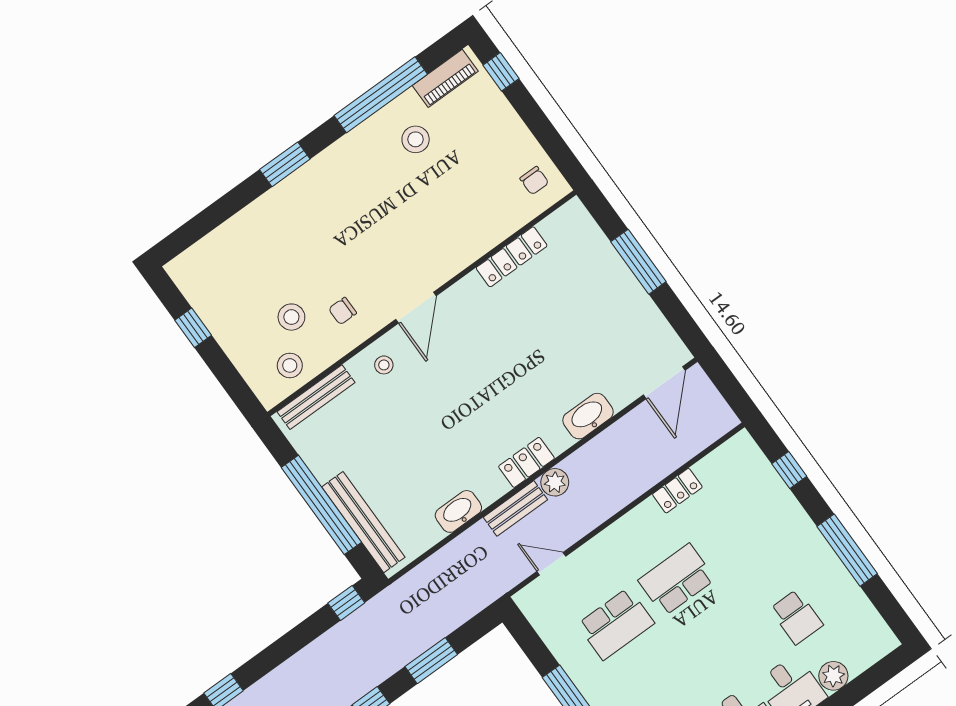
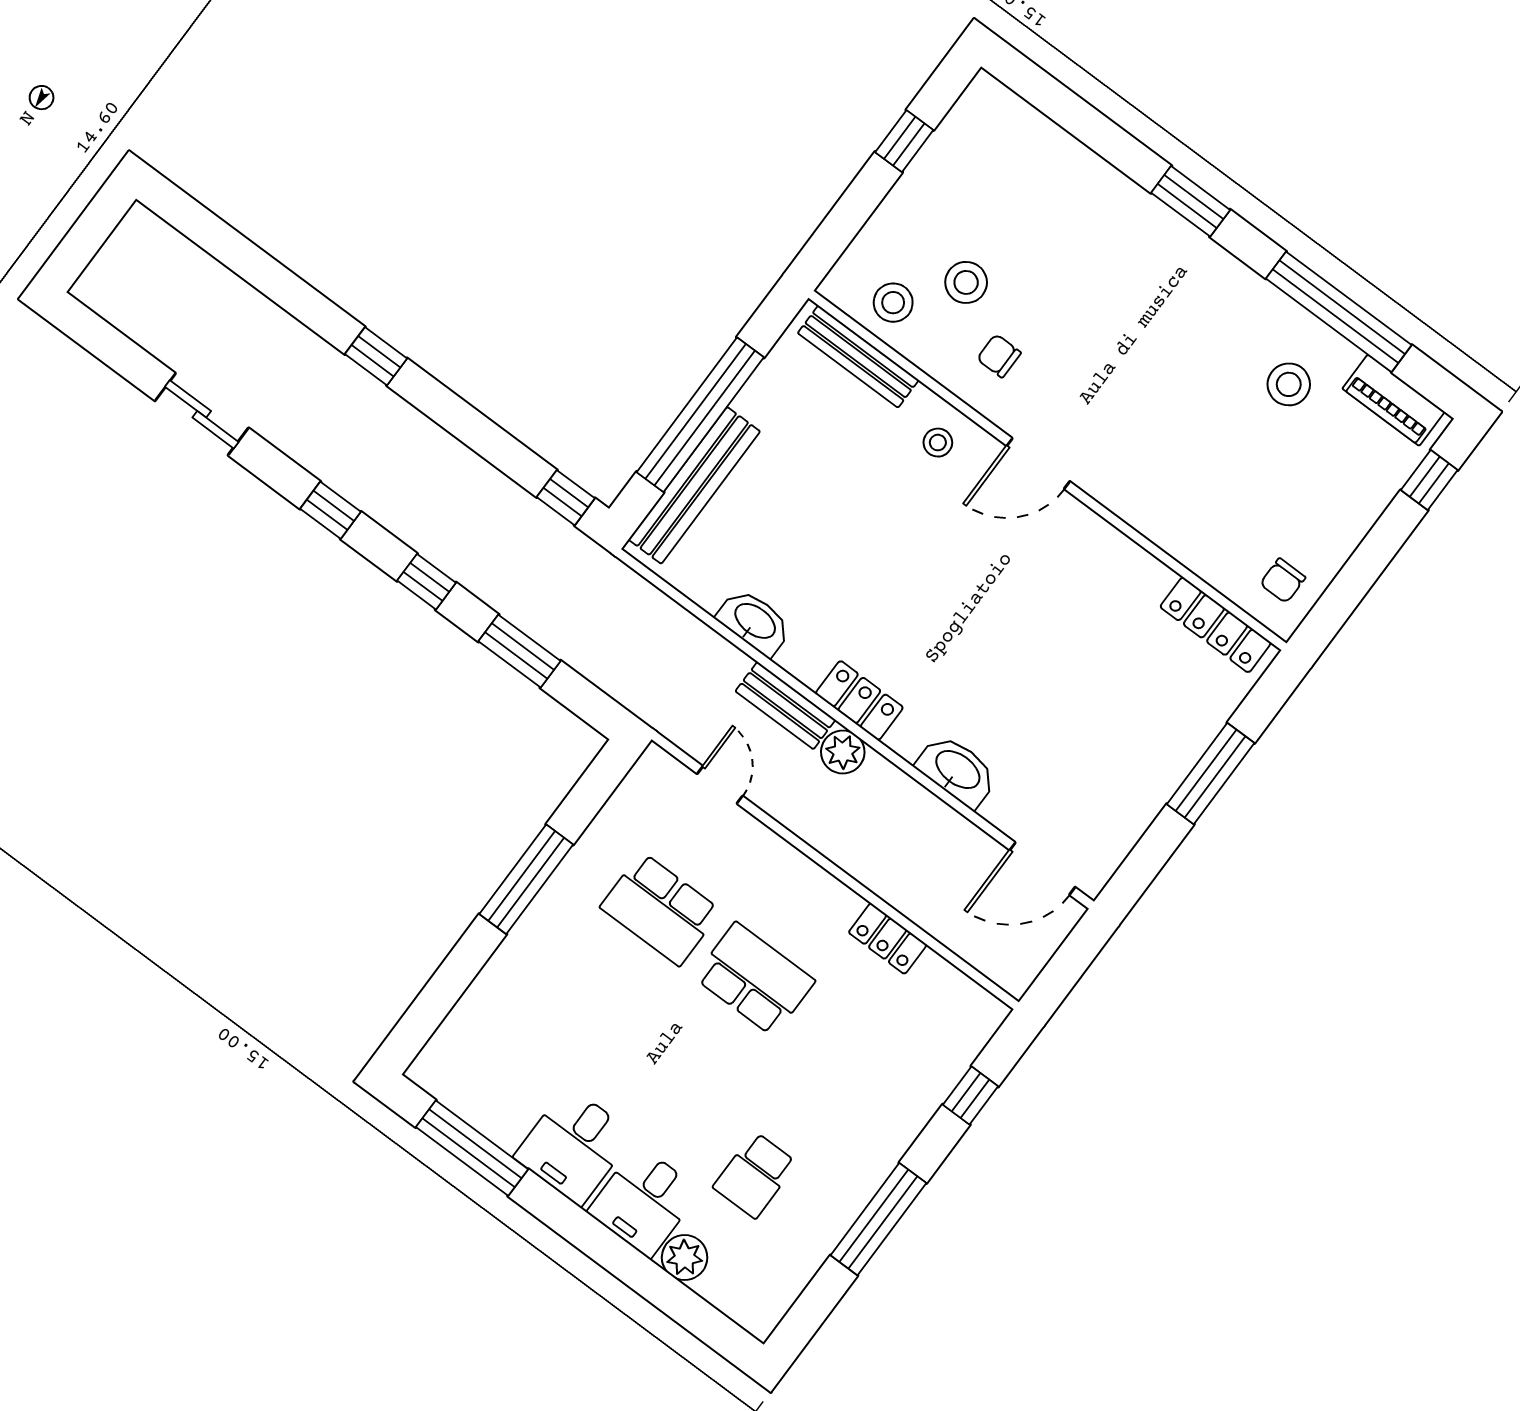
locker: (512, 257) -> (1216, 625), moved

